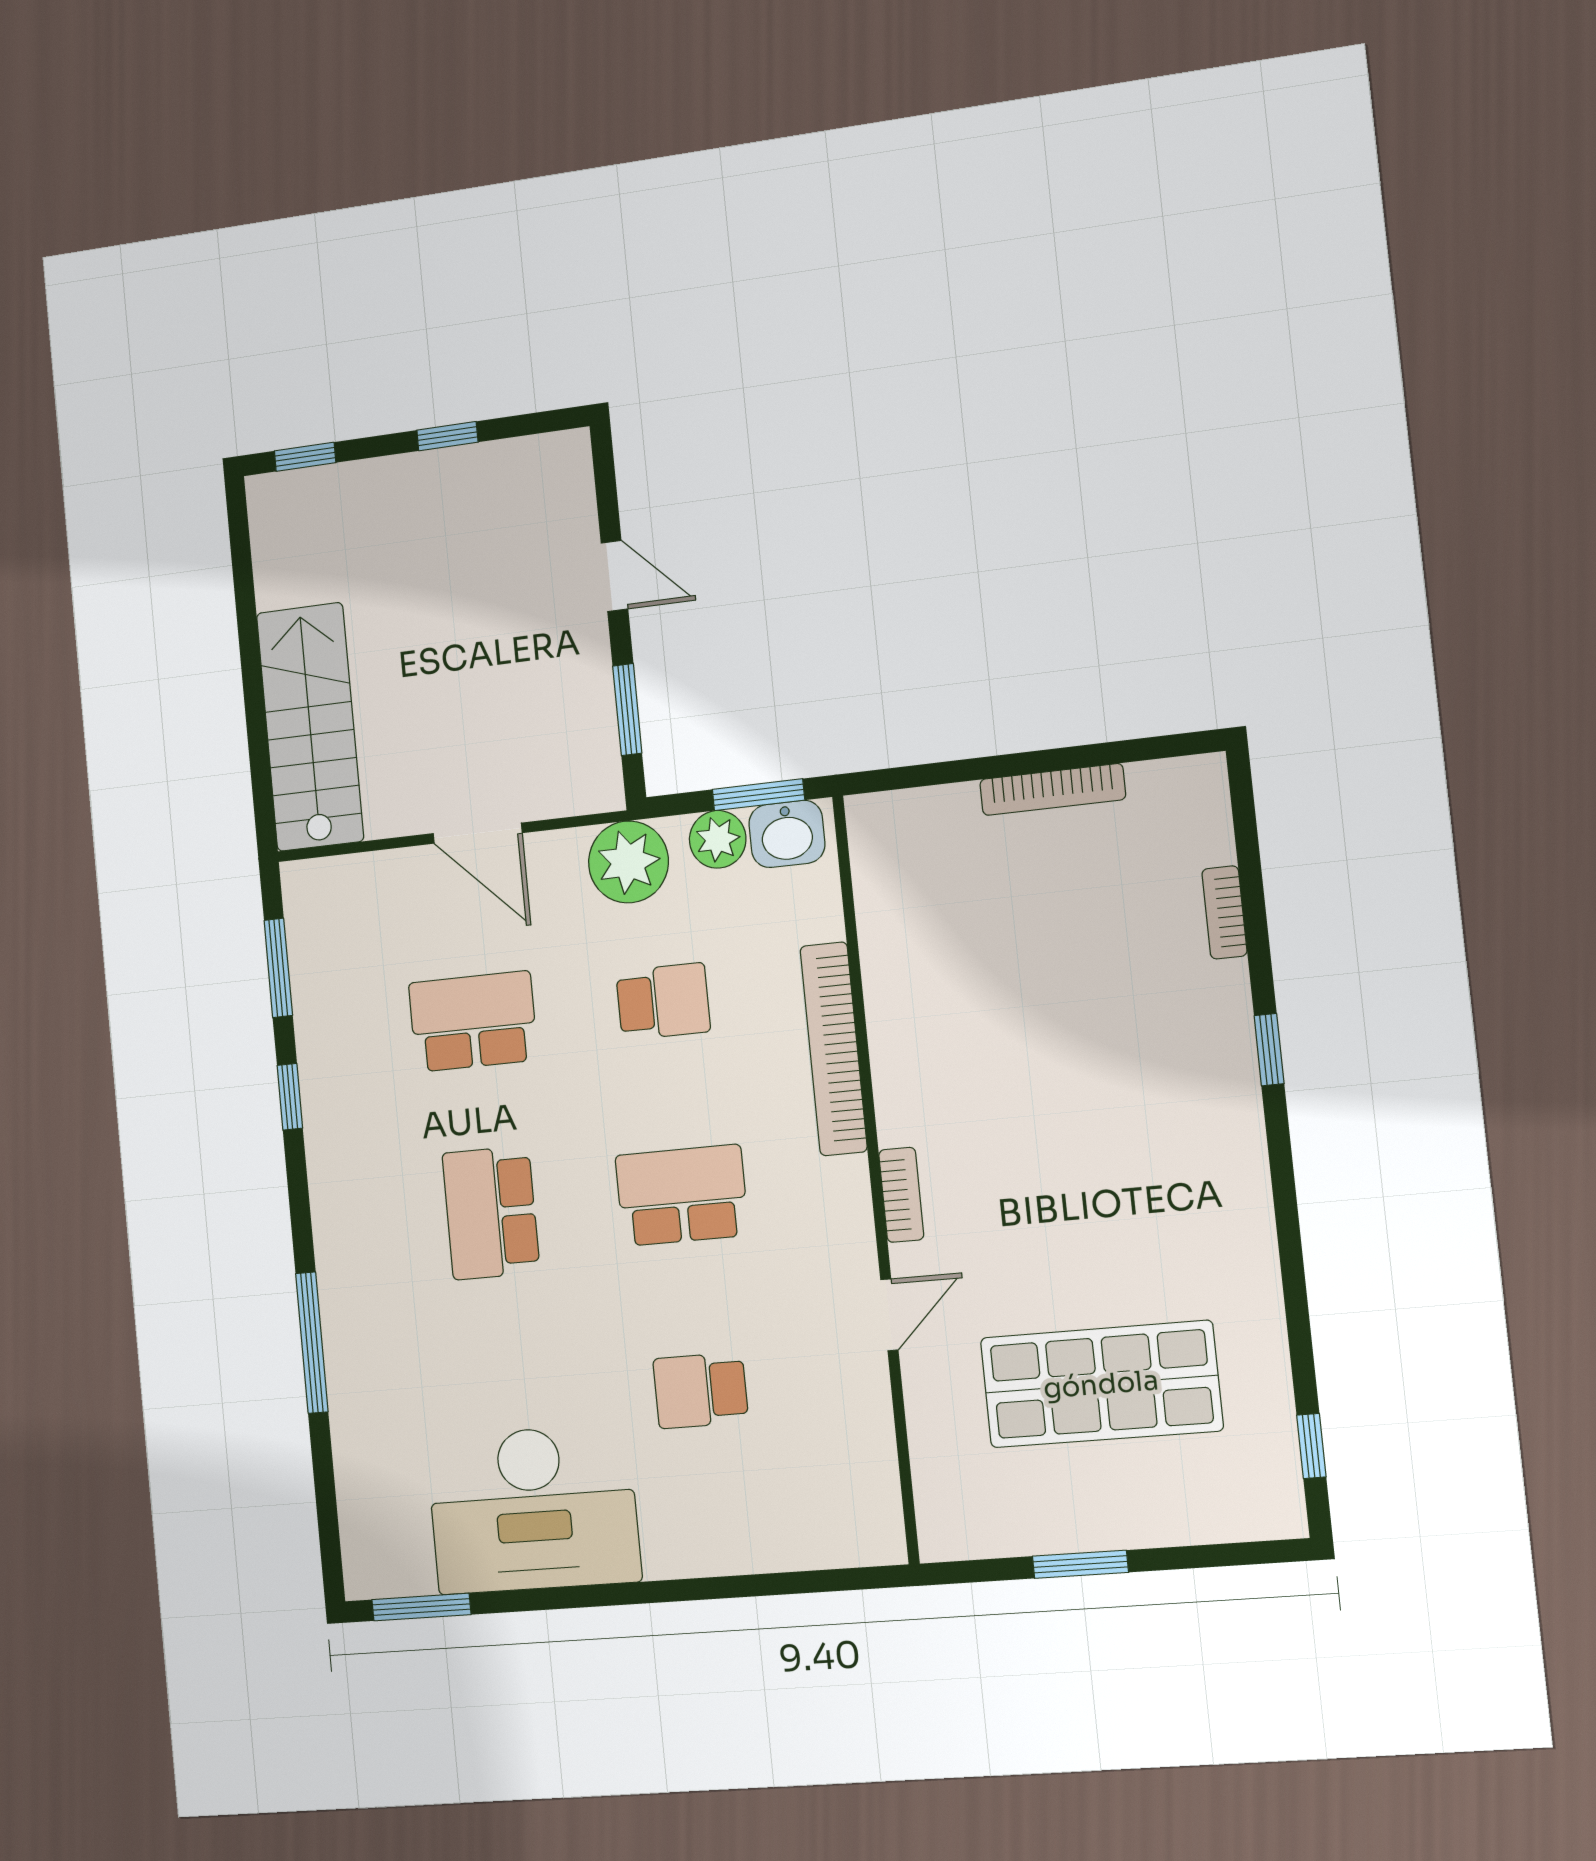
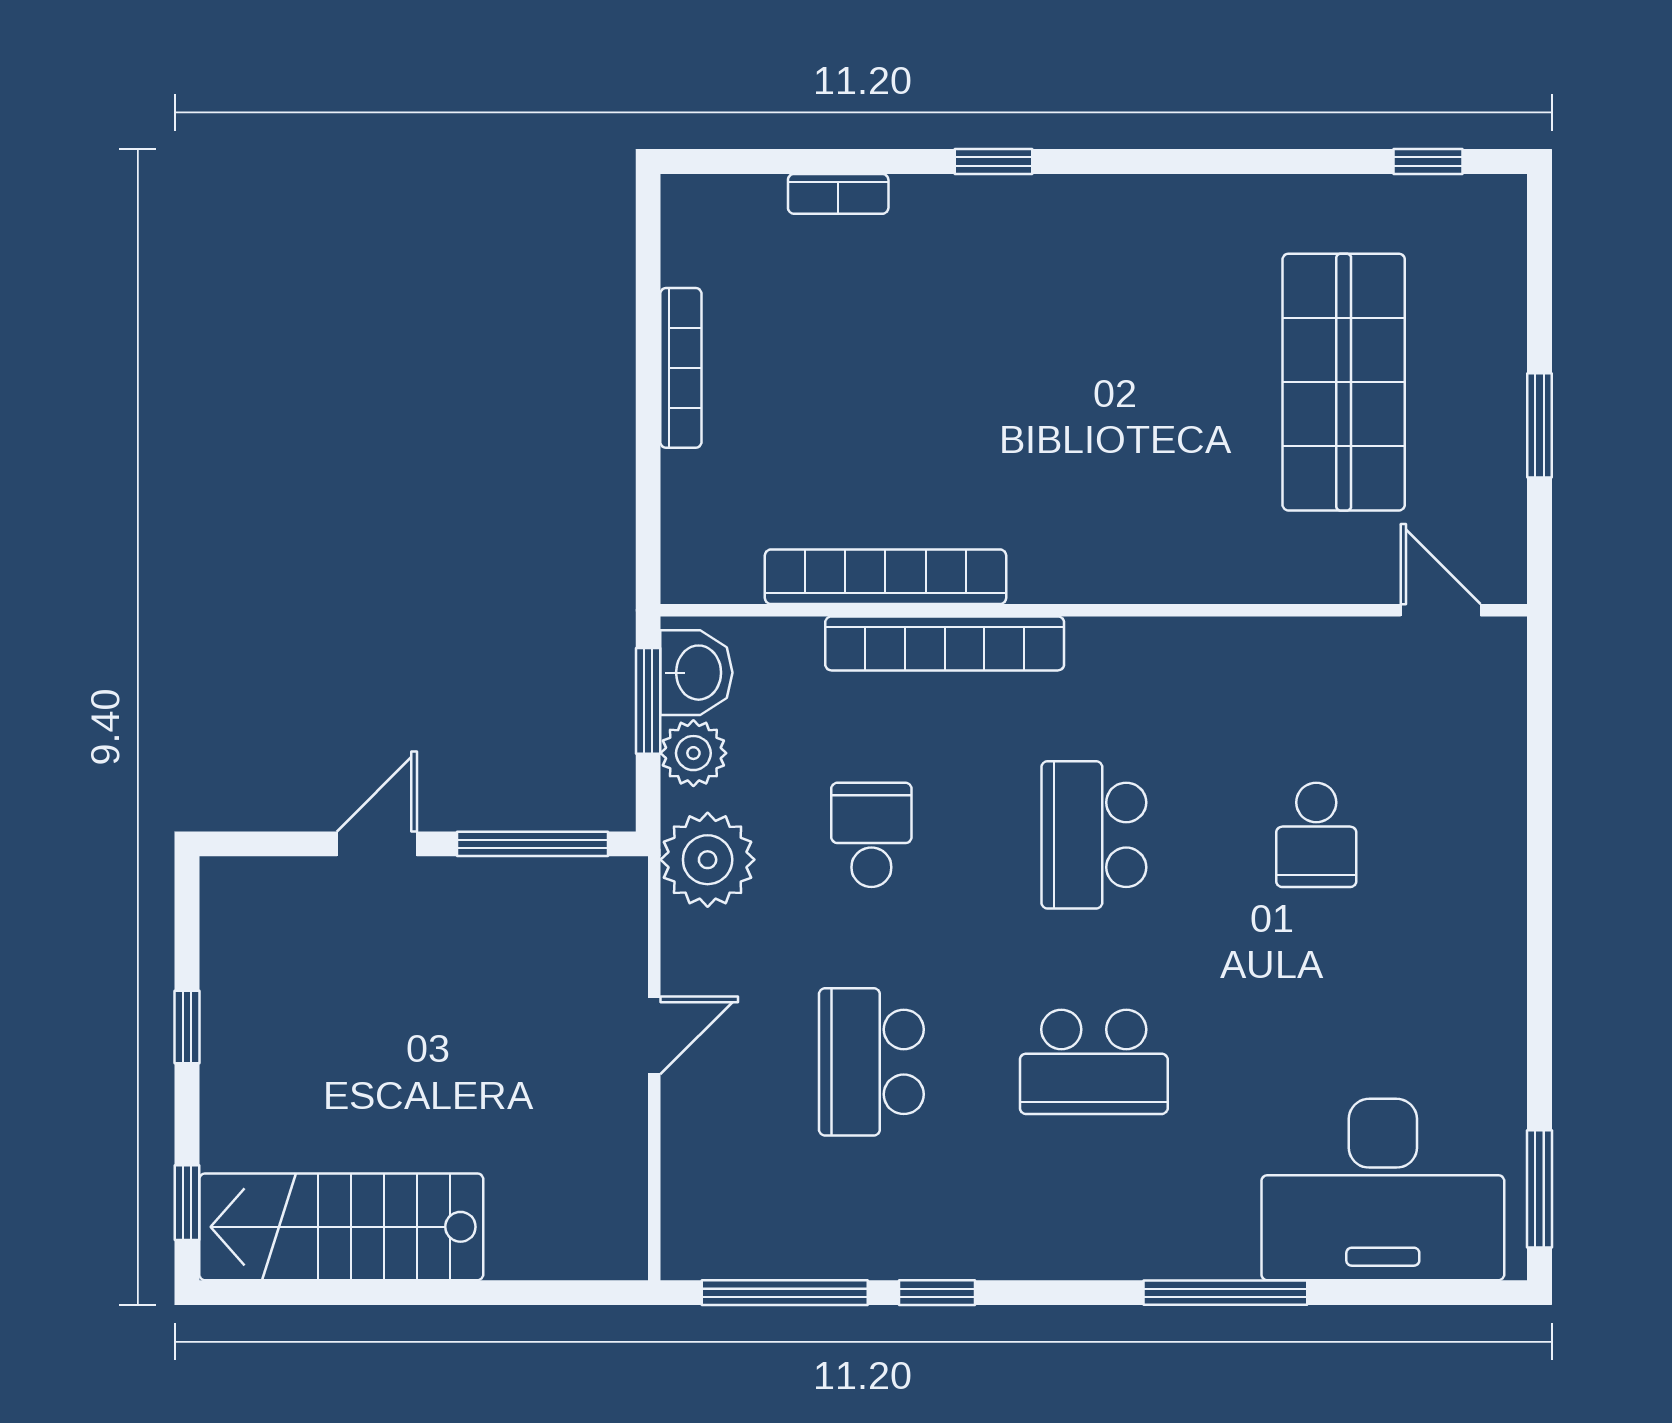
window: (627, 710) -> (533, 844), width x1.44
stairs: (310, 727) -> (341, 1227), moved
door: (478, 833) -> (654, 1035), width x0.73
window: (278, 968) -> (785, 1293), width x1.44
bookcase: (901, 1195) -> (885, 577), moved, width x2.31, depth x1.31
door: (889, 1315) -> (1441, 610), moved
desk: (533, 1509) -> (1383, 1190), moved, turned 90

